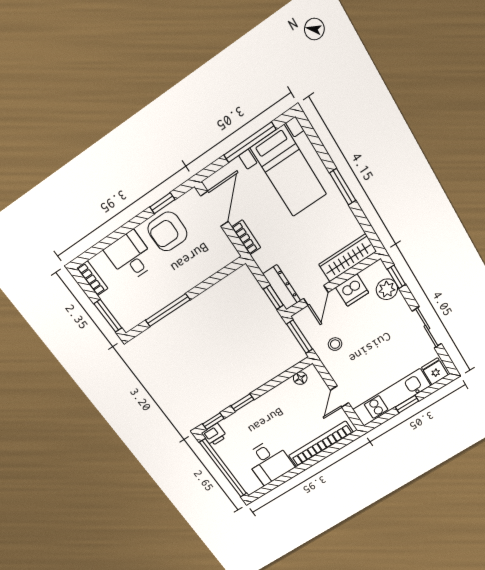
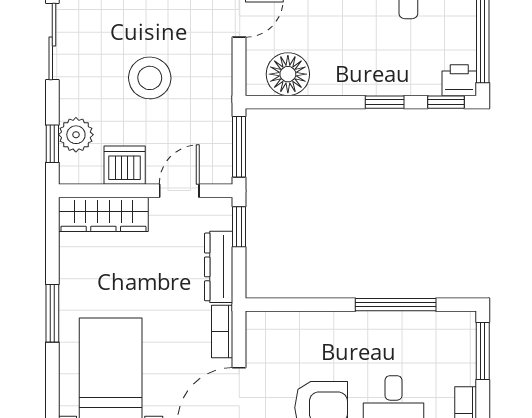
dresser: (282, 287) -> (219, 267), moved
stool: (335, 344) -> (150, 78), moved, width x1.89, depth x1.89
floor lamp: (300, 378) -> (288, 74), width x1.89, depth x1.89

